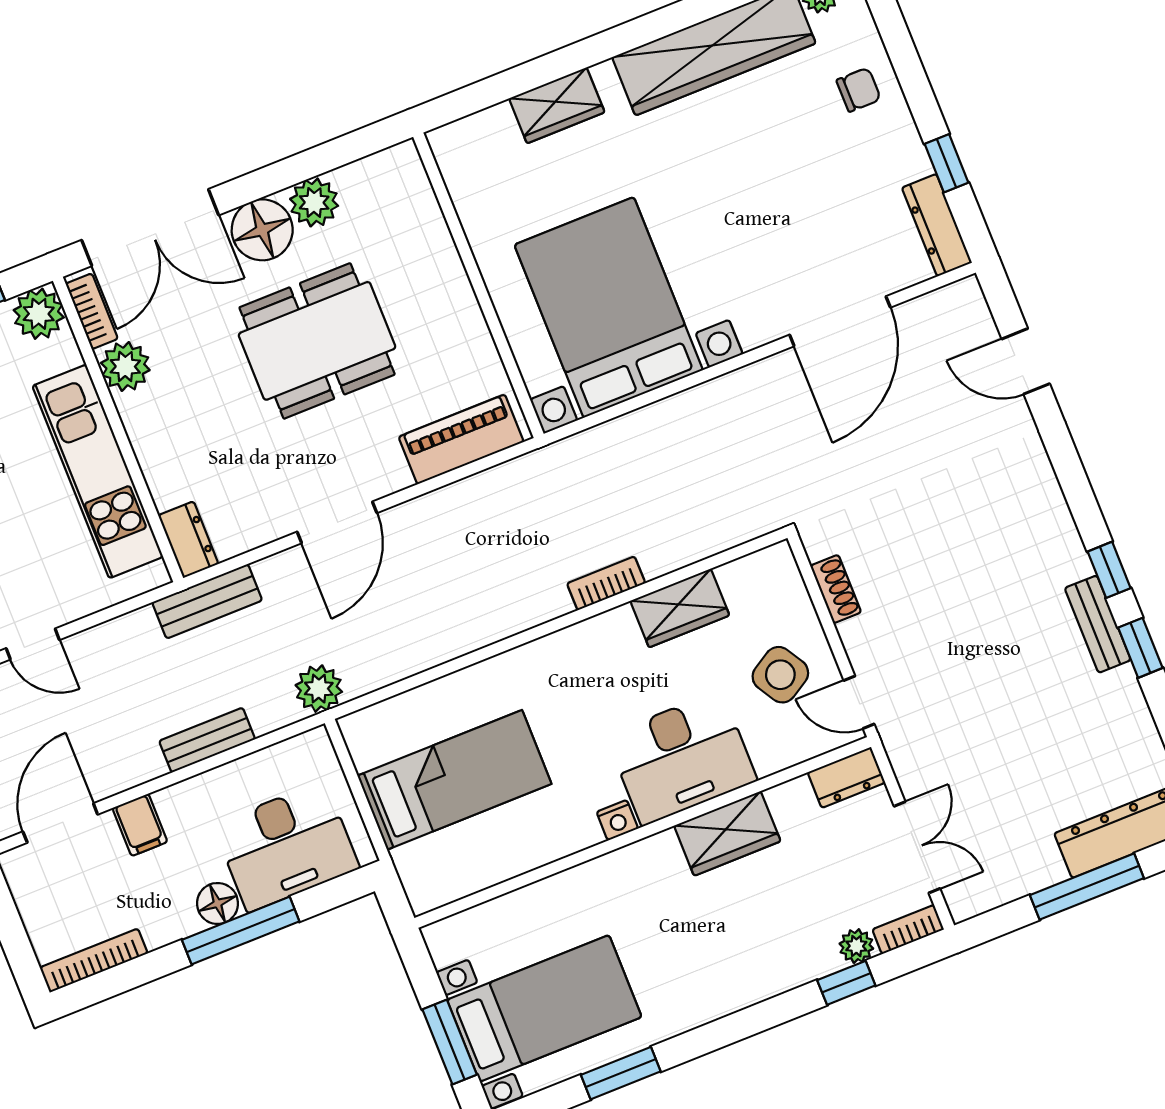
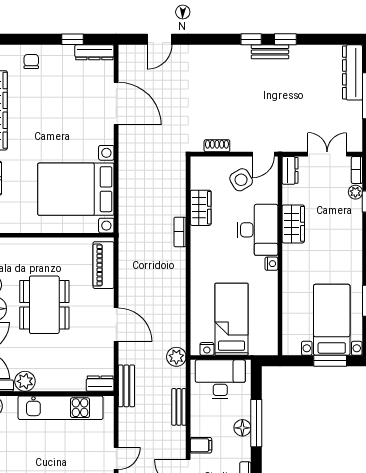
nightstand: (364, 751) -> (207, 349), added
desk: (286, 846) -> (220, 379), moved, turned -90

